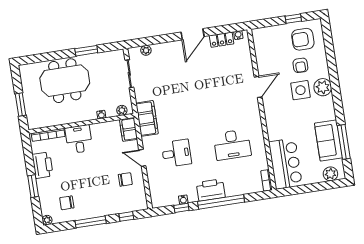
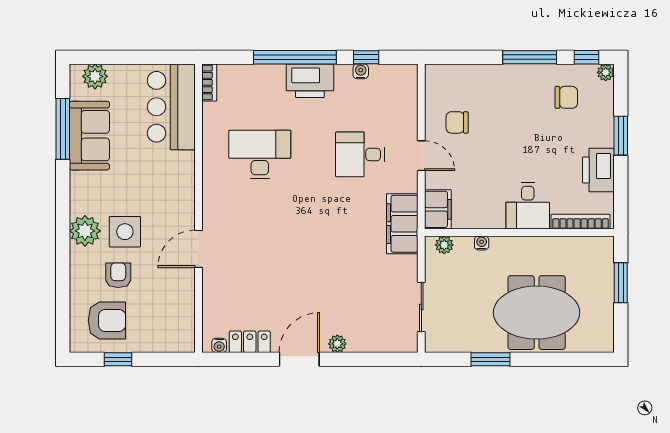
plant: (146, 50) -> (337, 344), moved
window: (126, 216) -> (587, 57), moved

